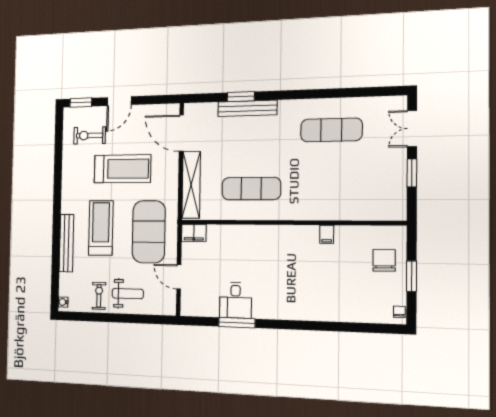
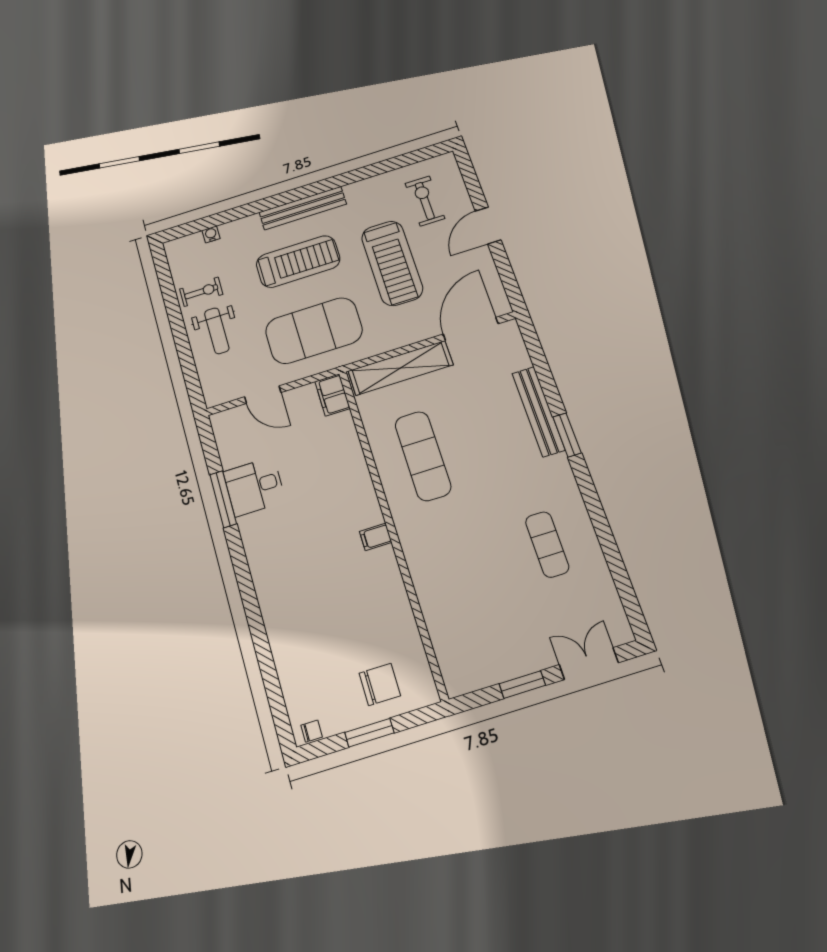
window: (241, 97) -> (567, 435), moved
door: (119, 101) -> (488, 225), hinge flipped
window: (81, 103) -> (468, 172), removed
exercise mat: (331, 130) -> (547, 544), width x0.73, depth x0.69
filing cabinet: (327, 234) -> (376, 537), moved
bench: (66, 243) -> (303, 208), moved
door: (179, 277) -> (263, 395), swing flipped
water cooler: (63, 302) -> (211, 234), moved

